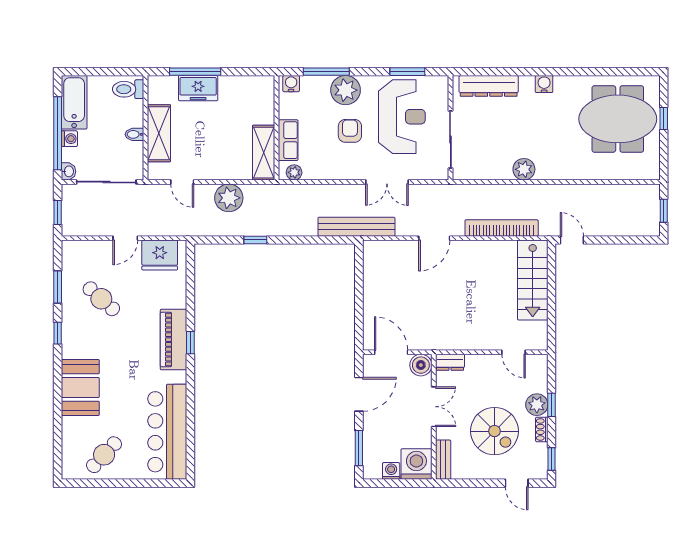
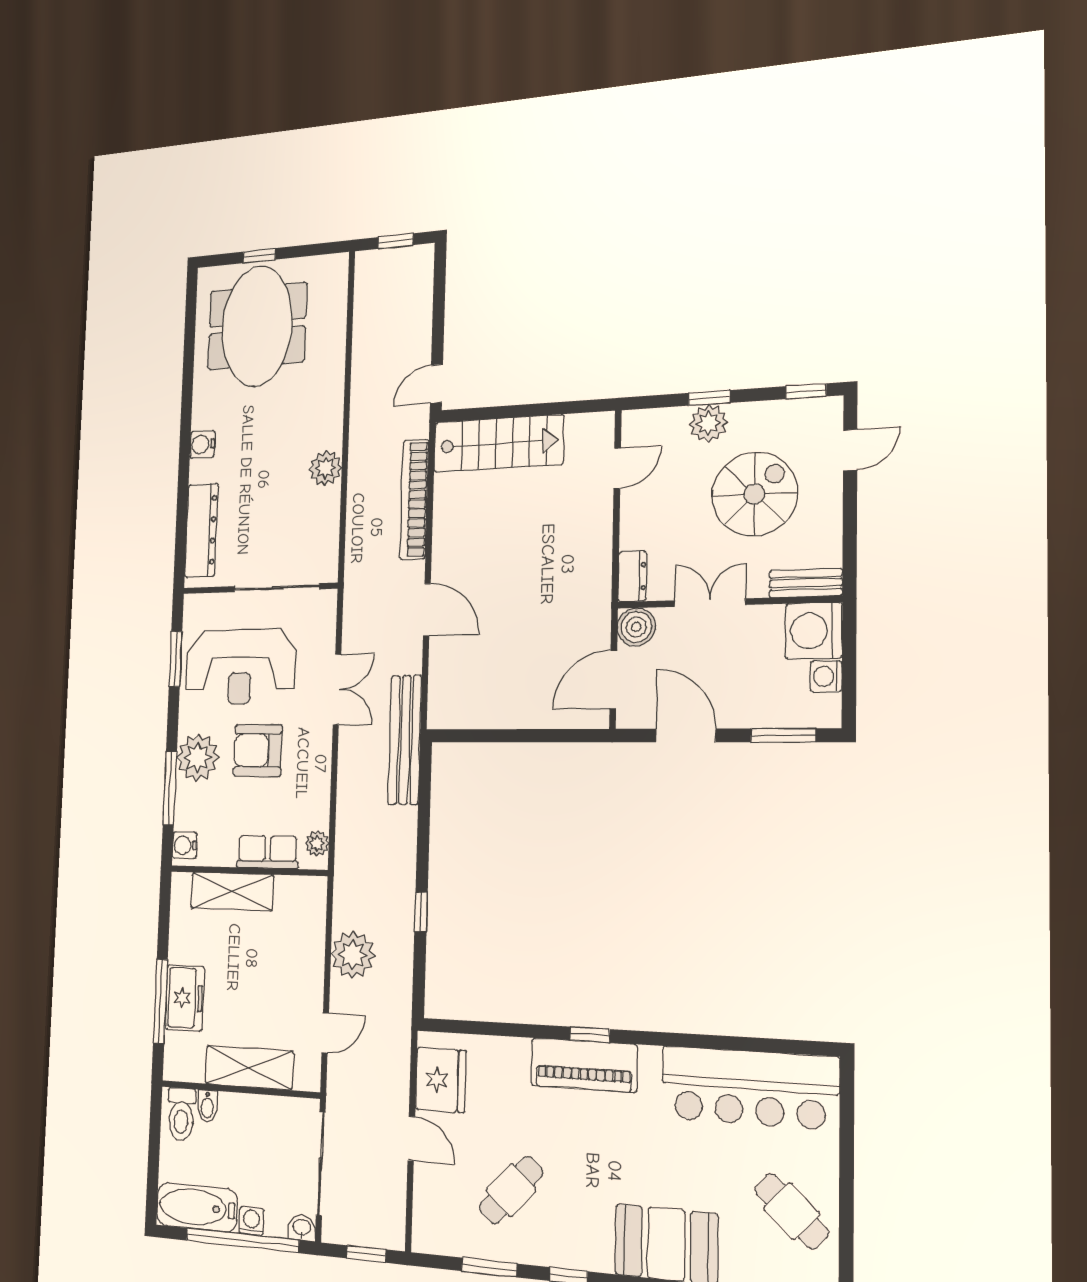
reception desk: (402, 117) -> (240, 667), turned 180
armchair: (350, 131) -> (258, 750), width x1.38, depth x1.38
bidet: (134, 134) -> (207, 1106), moved
shelving: (264, 153) -> (232, 891), moved
shoe rack: (542, 429) -> (752, 412), removed

